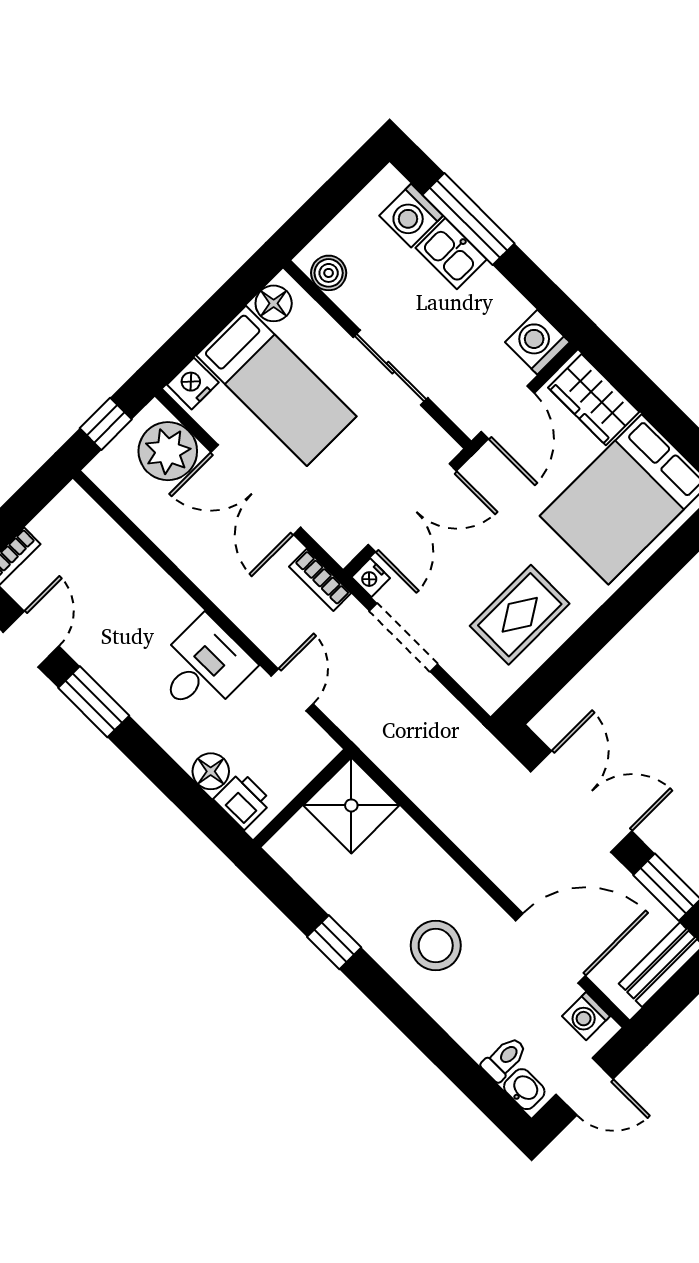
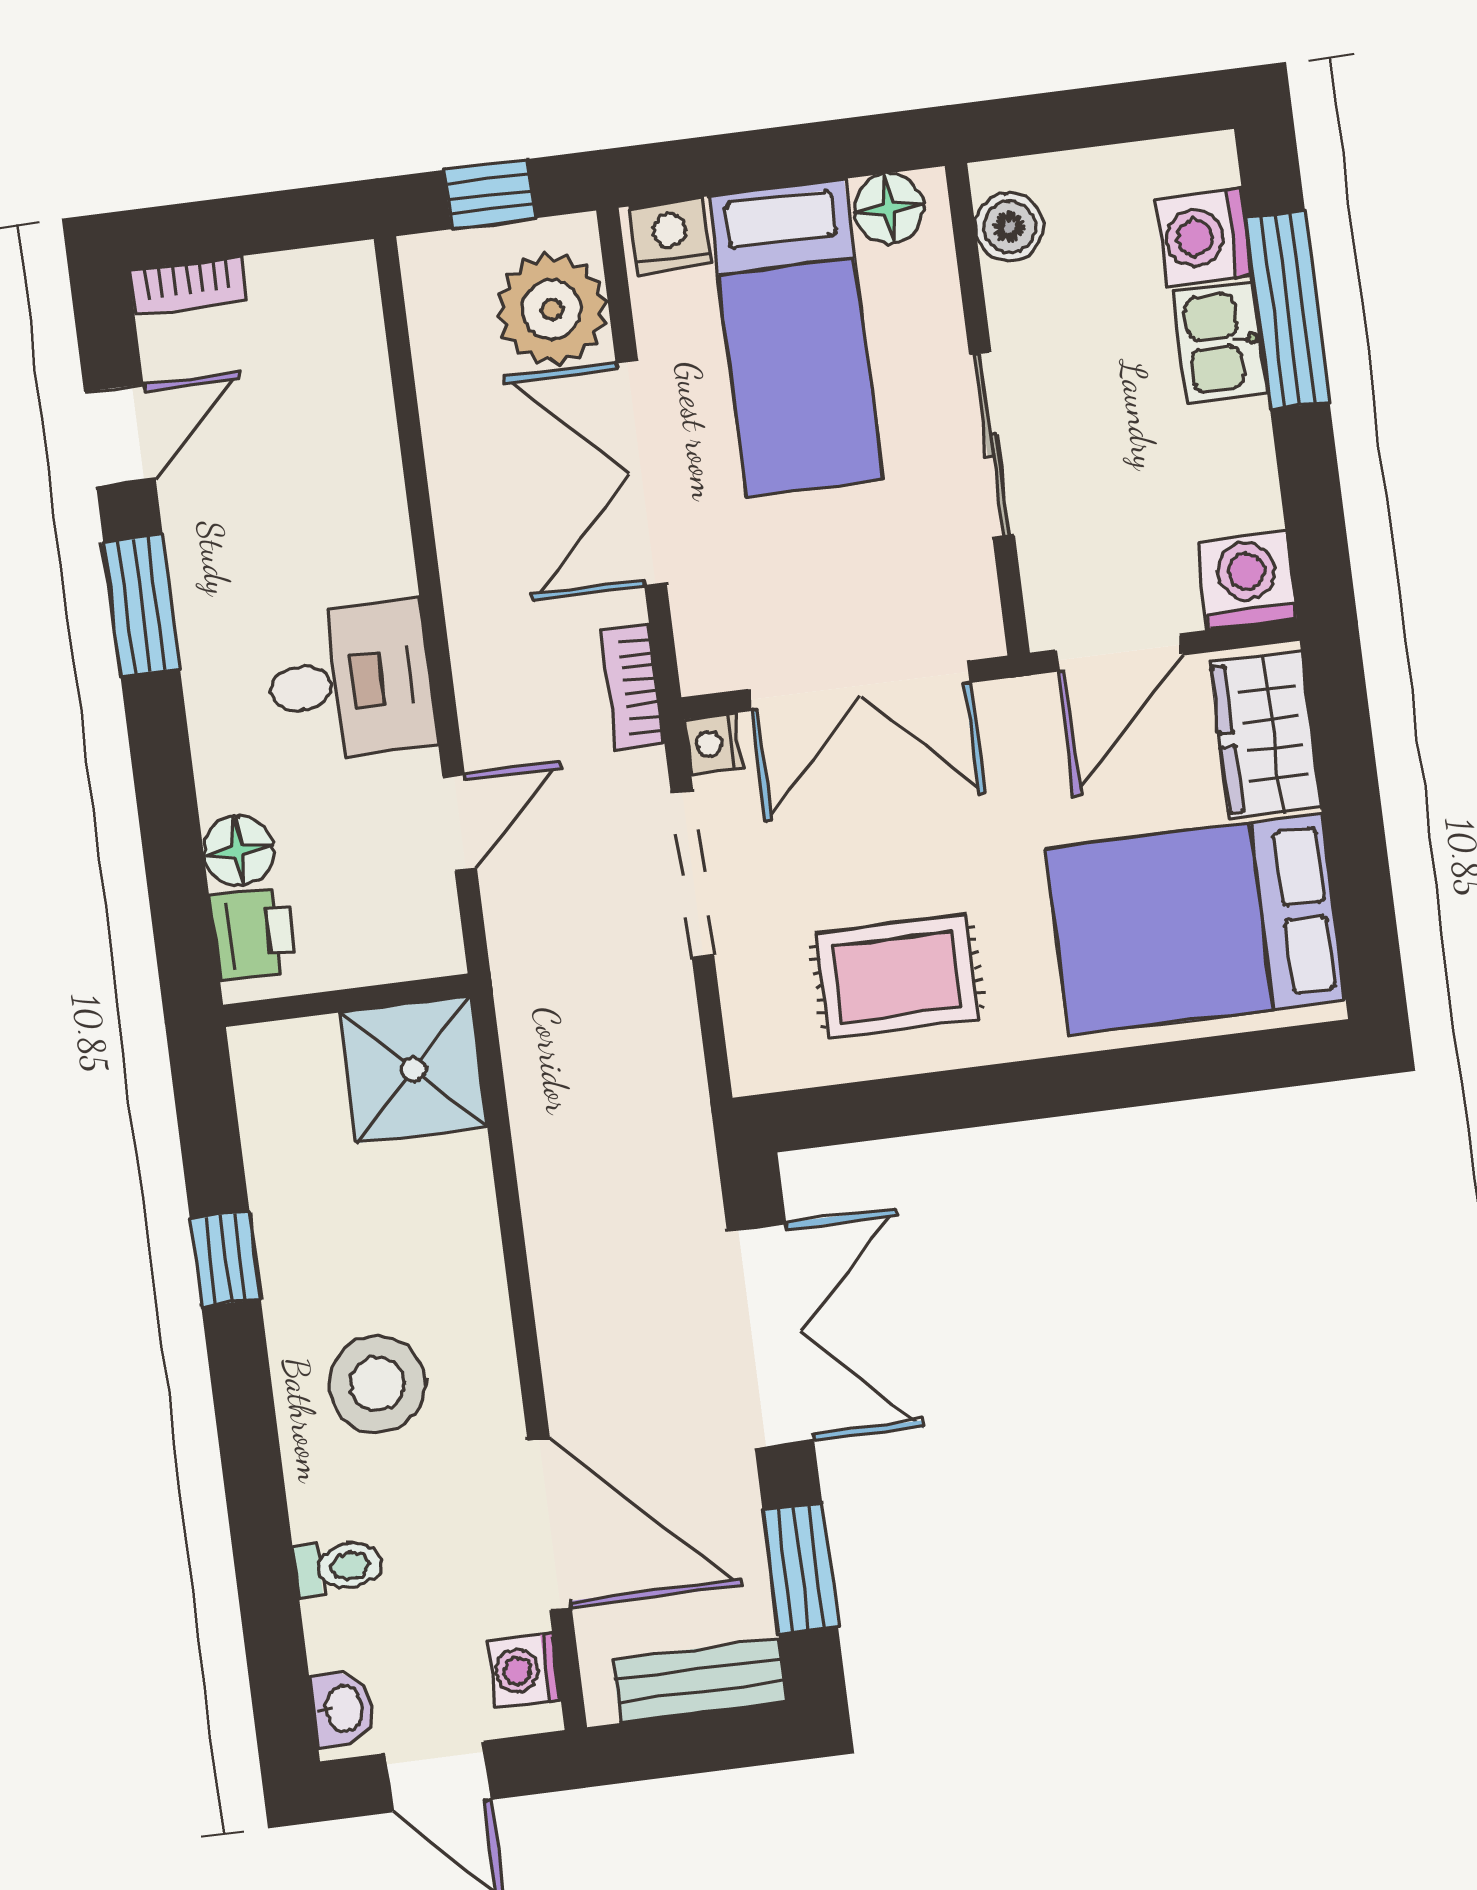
toilet: (504, 1059) -> (339, 1567), moved

